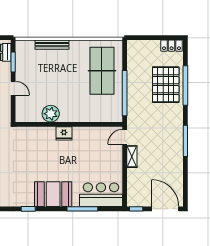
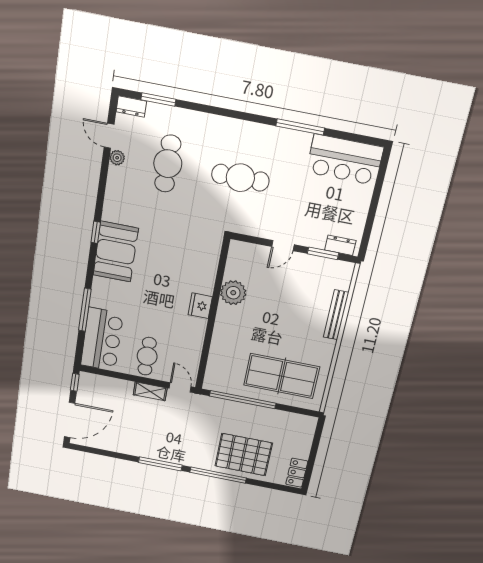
window: (185, 86) -> (218, 475), moved
cafe table: (107, 163) -> (147, 356), added
booth: (53, 194) -> (116, 252), moved

